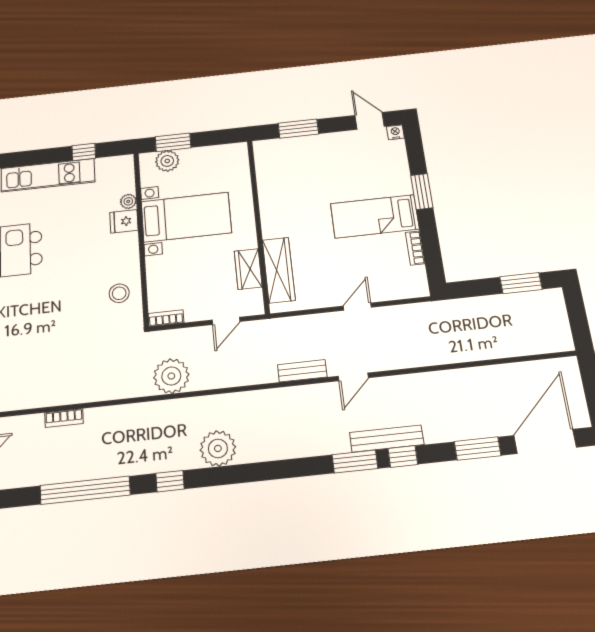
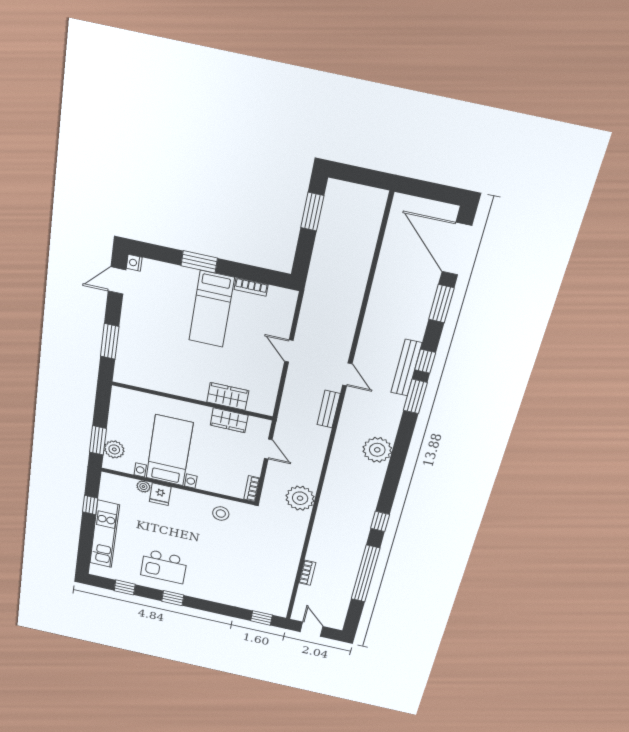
wardrobe: (279, 270) -> (228, 396), width x0.67
plant: (218, 448) -> (377, 450), moved

